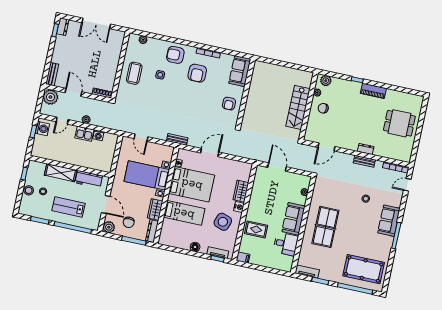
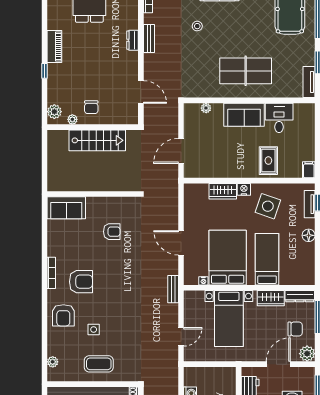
sofa: (240, 71) -> (66, 208), moved
wall: (246, 93) -> (93, 194), moved

